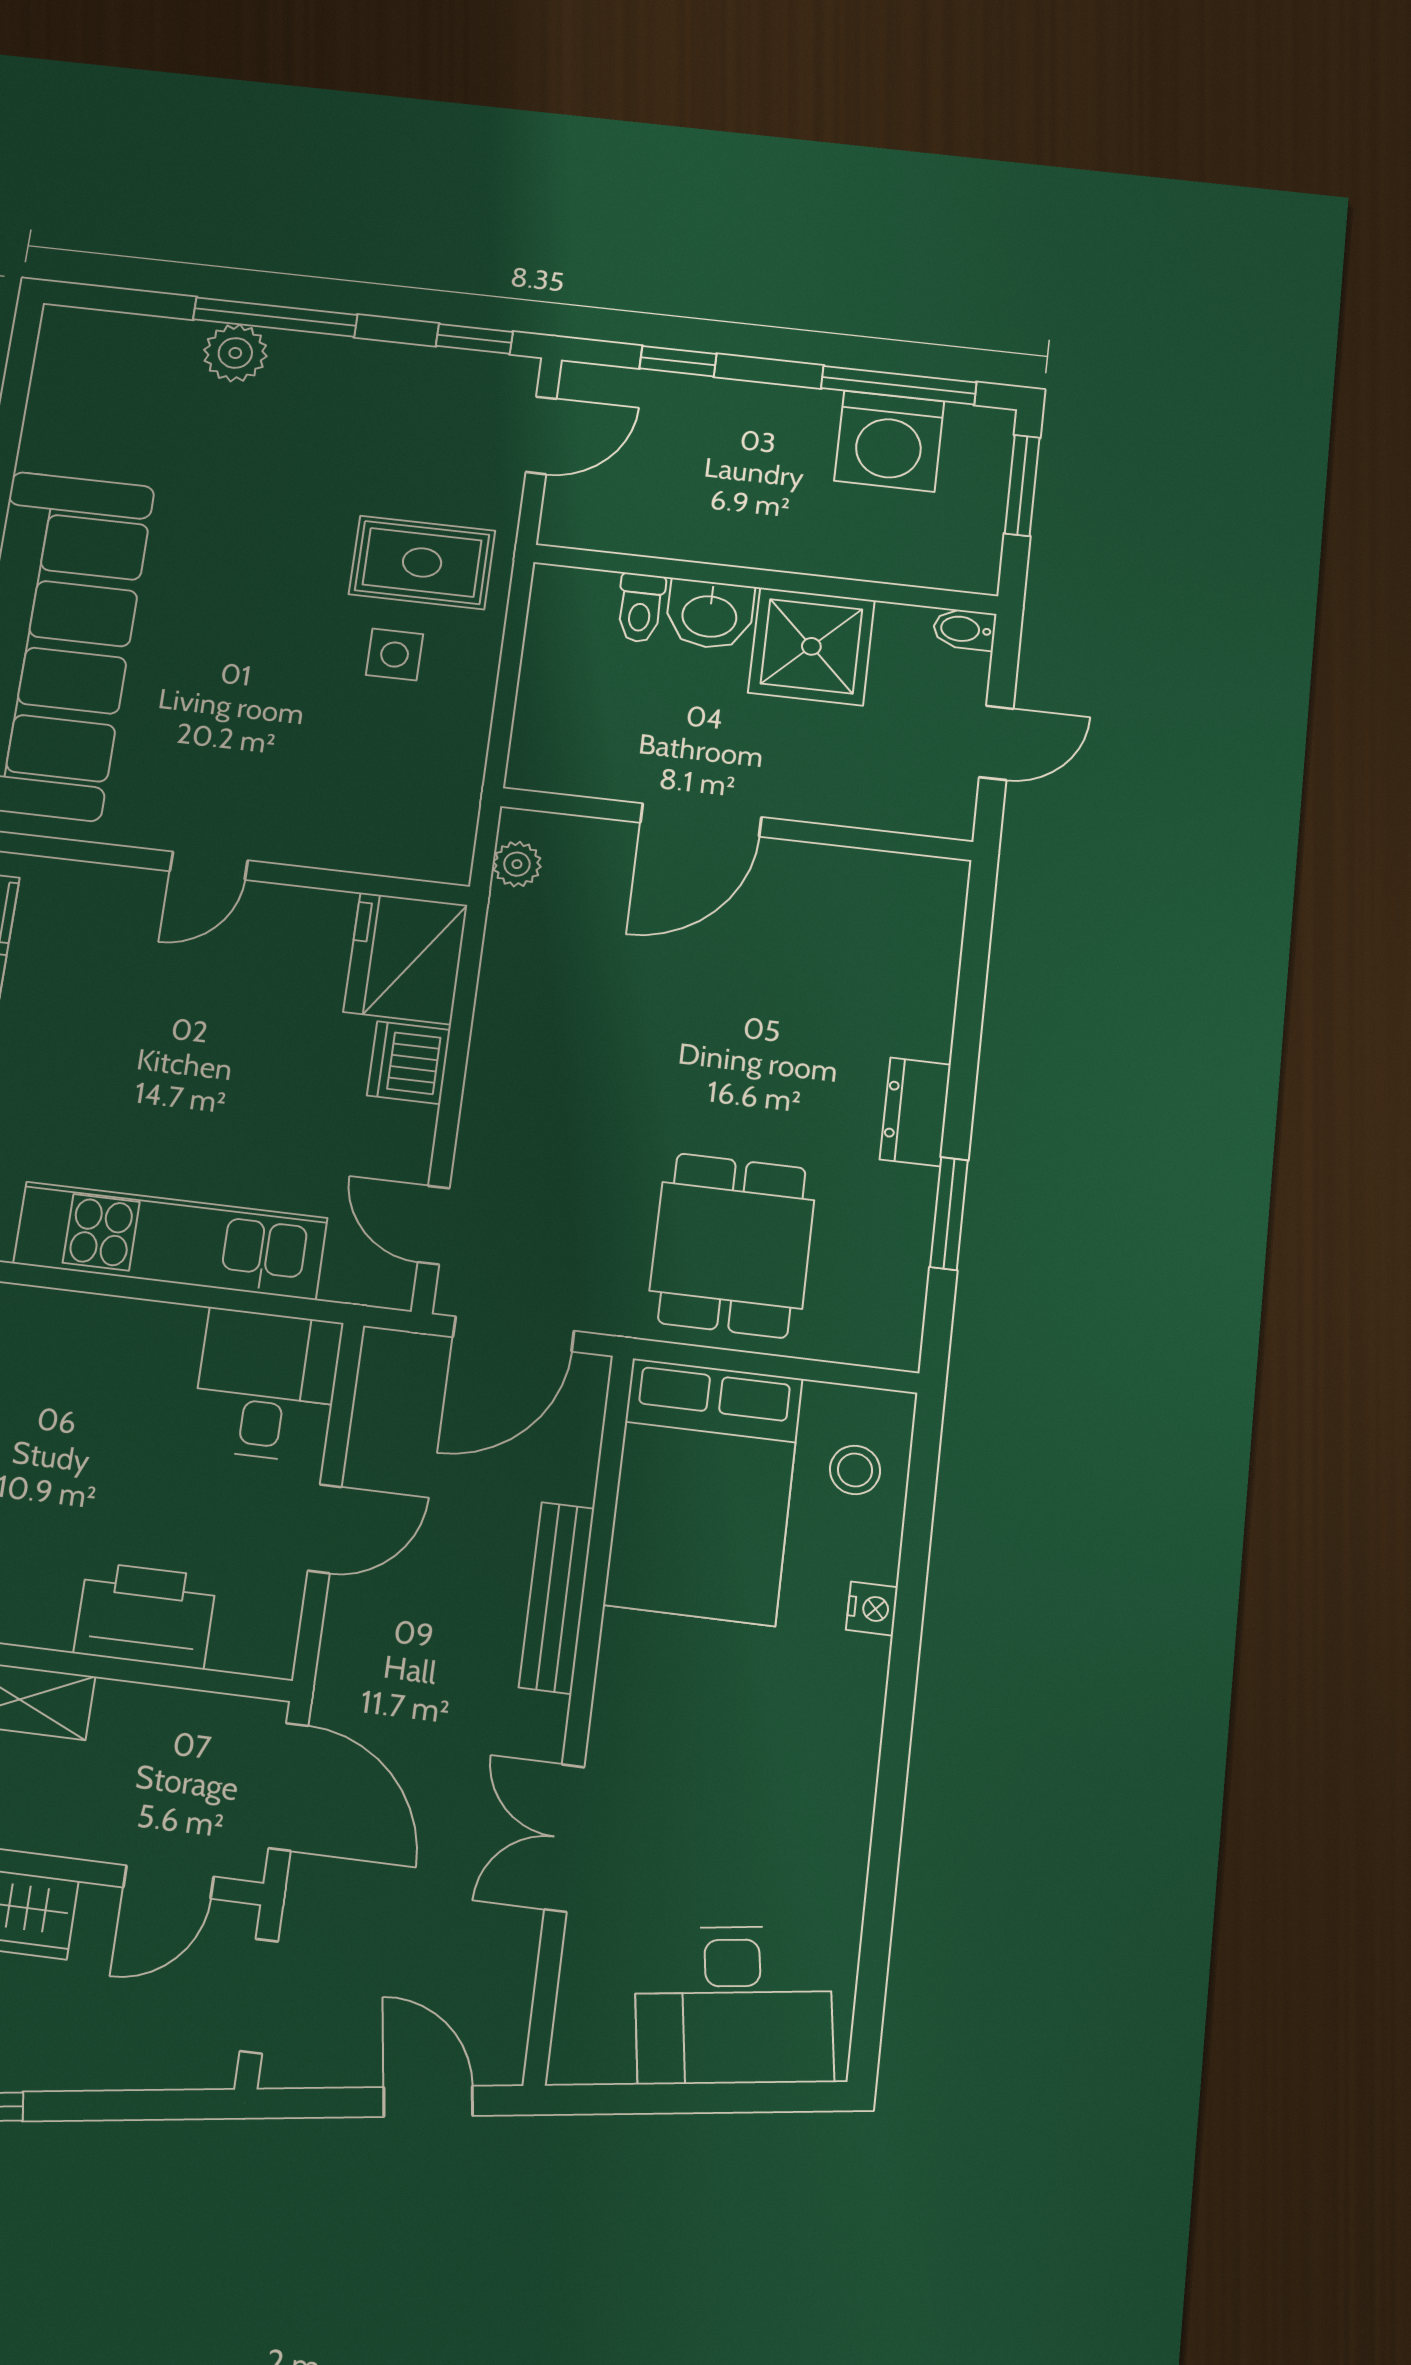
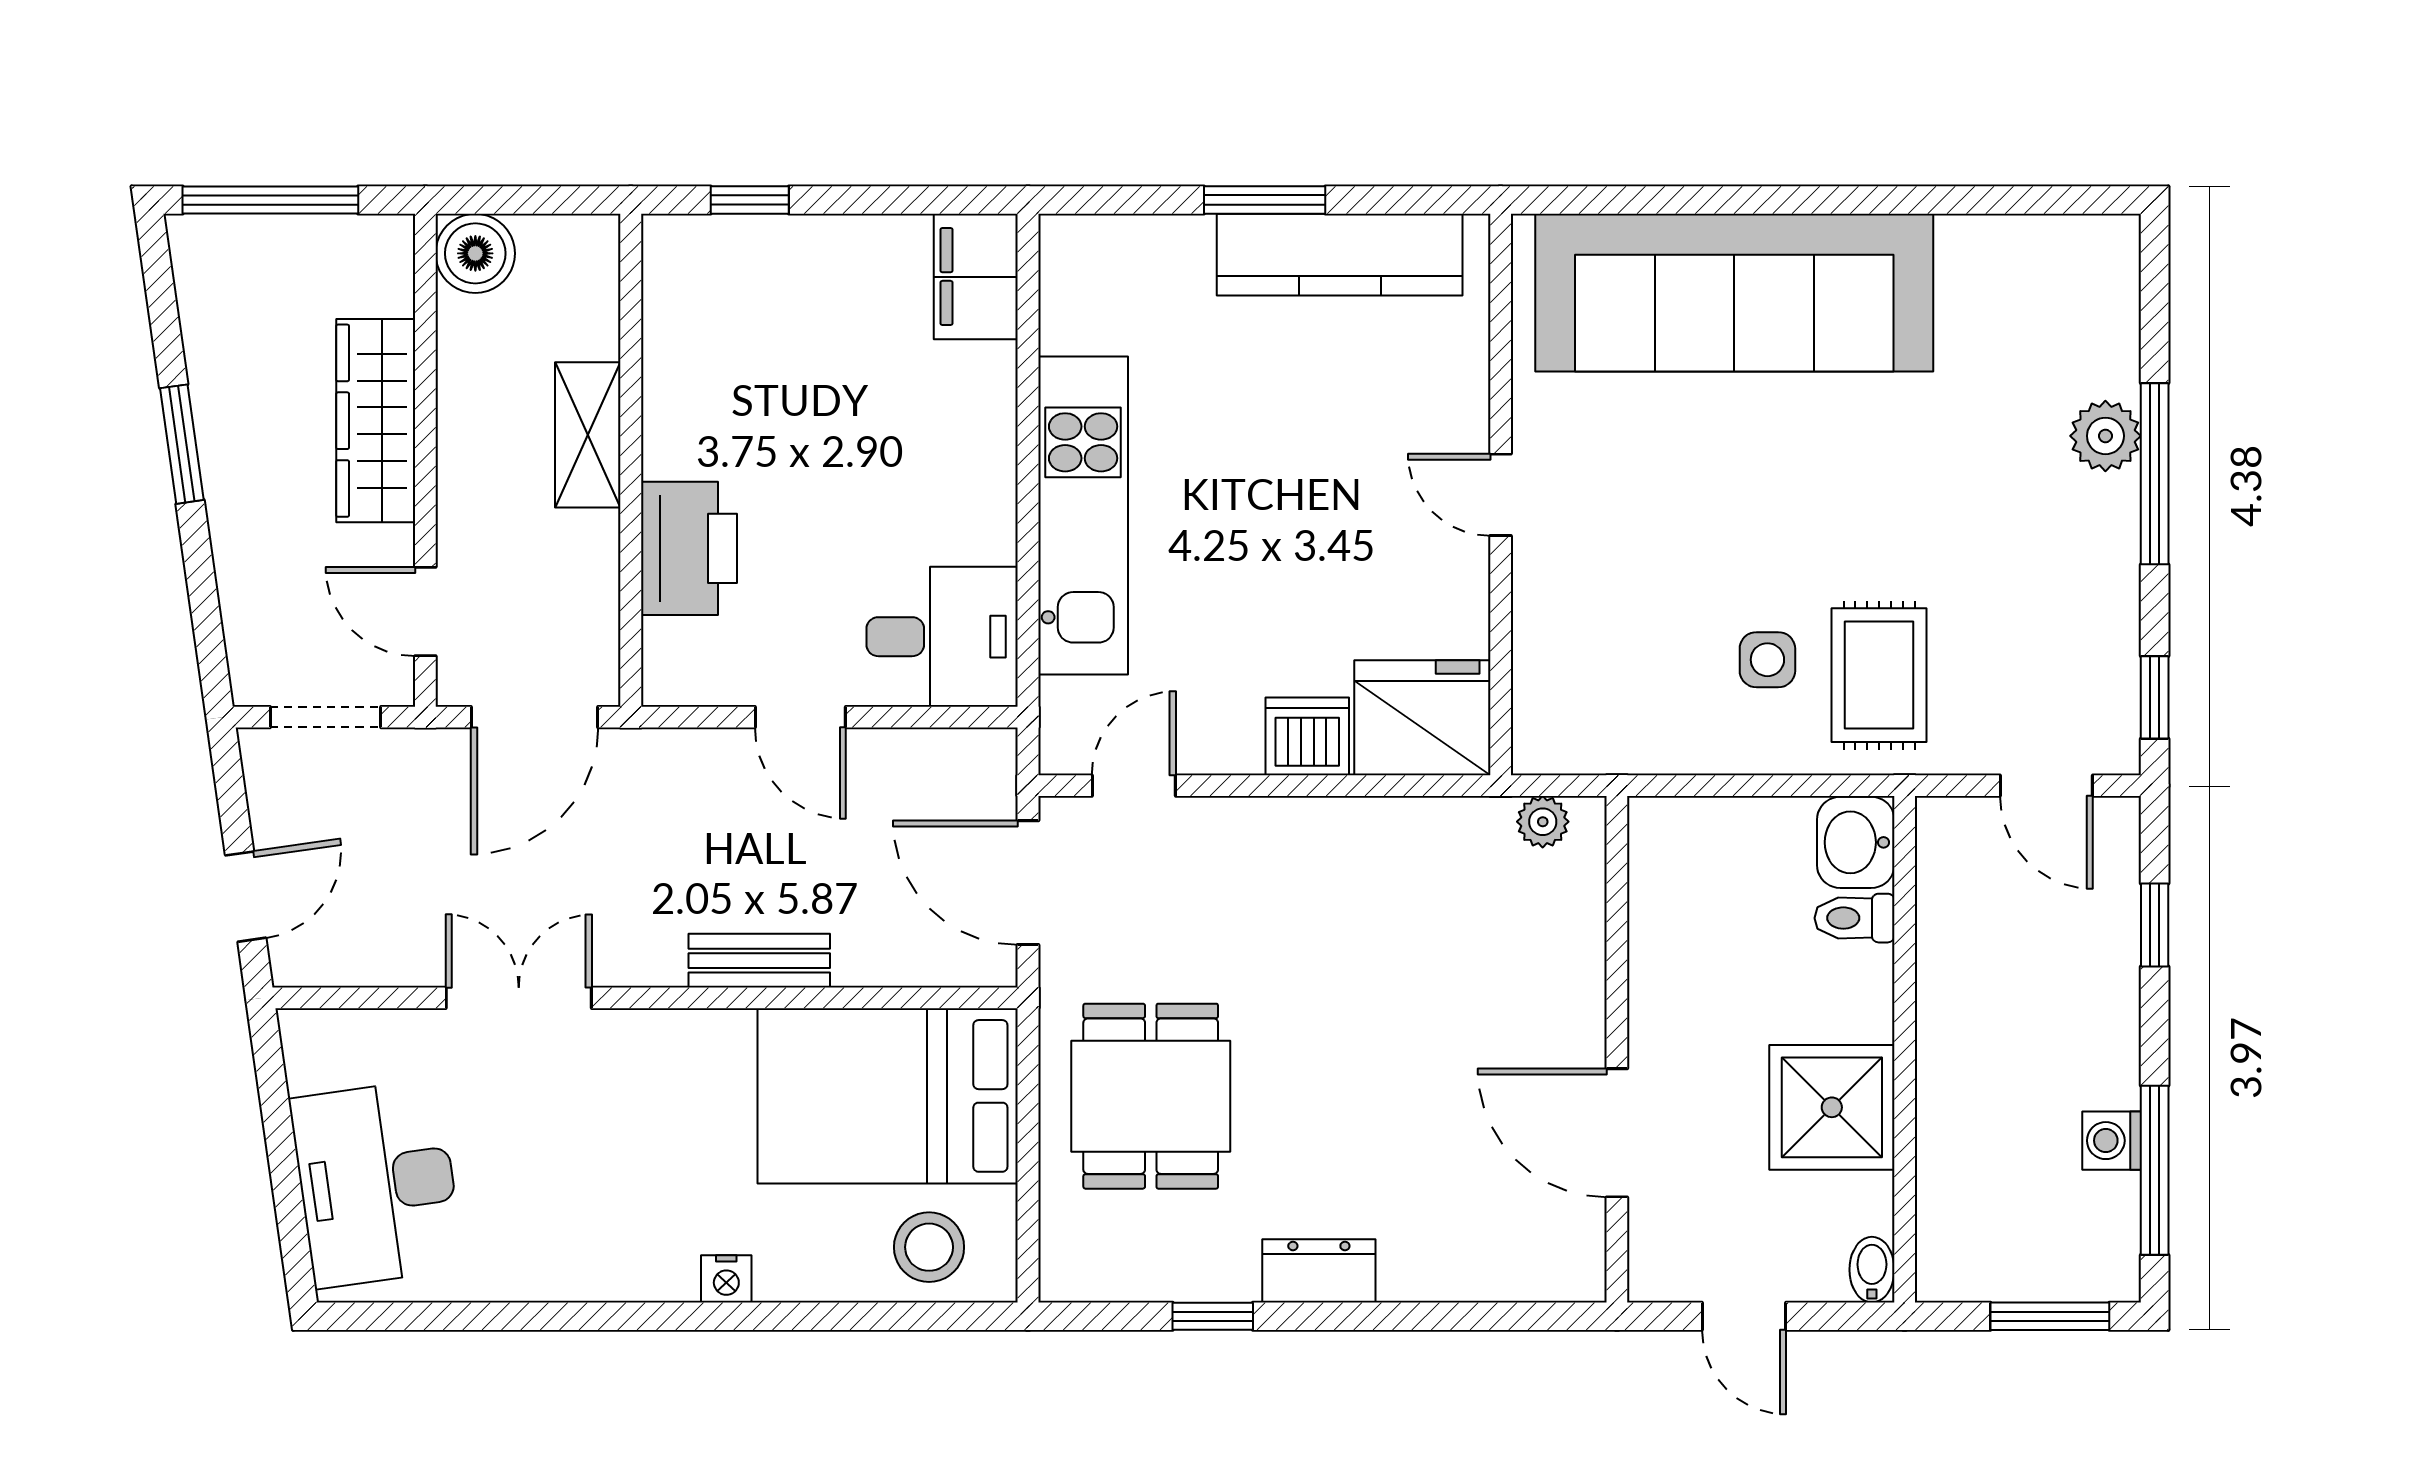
washing machine: (889, 441) -> (2112, 1141), width x0.53, depth x0.53
washbasin: (710, 615) -> (1856, 842), moved
door: (701, 820) -> (1617, 1133), moved
window: (949, 1214) -> (1213, 1316), width x0.67
dining table: (732, 1245) -> (1151, 1096), turned 90
stool: (855, 1470) -> (929, 1247), width x1.37, depth x1.37
bench: (557, 1598) -> (759, 961), width x0.73
nightstand: (872, 1608) -> (726, 1279), moved

